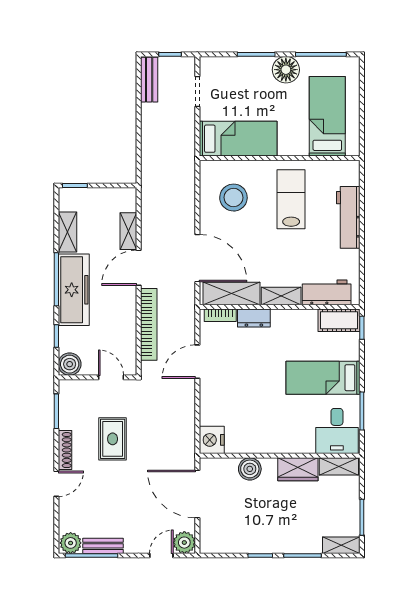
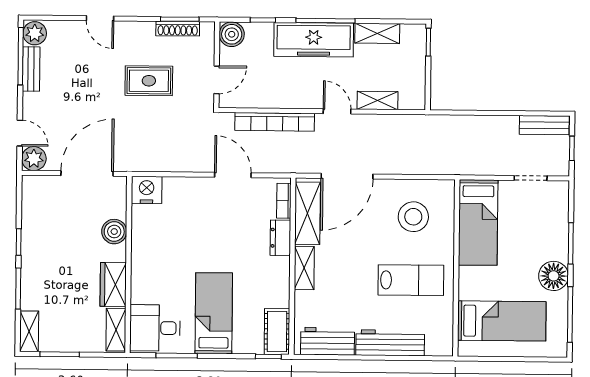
door: (139, 268) -> (337, 111), width x0.73
workbench: (327, 292) -> (327, 341), moved, turned -90
shoe rack: (65, 450) -> (178, 29), moved

